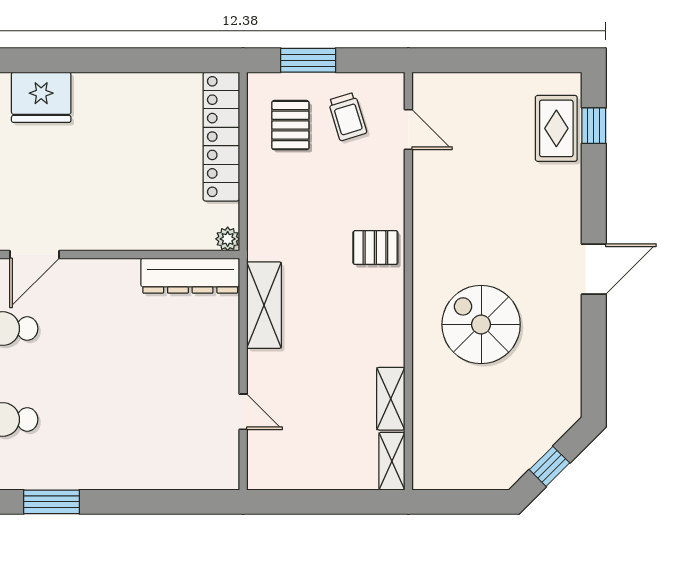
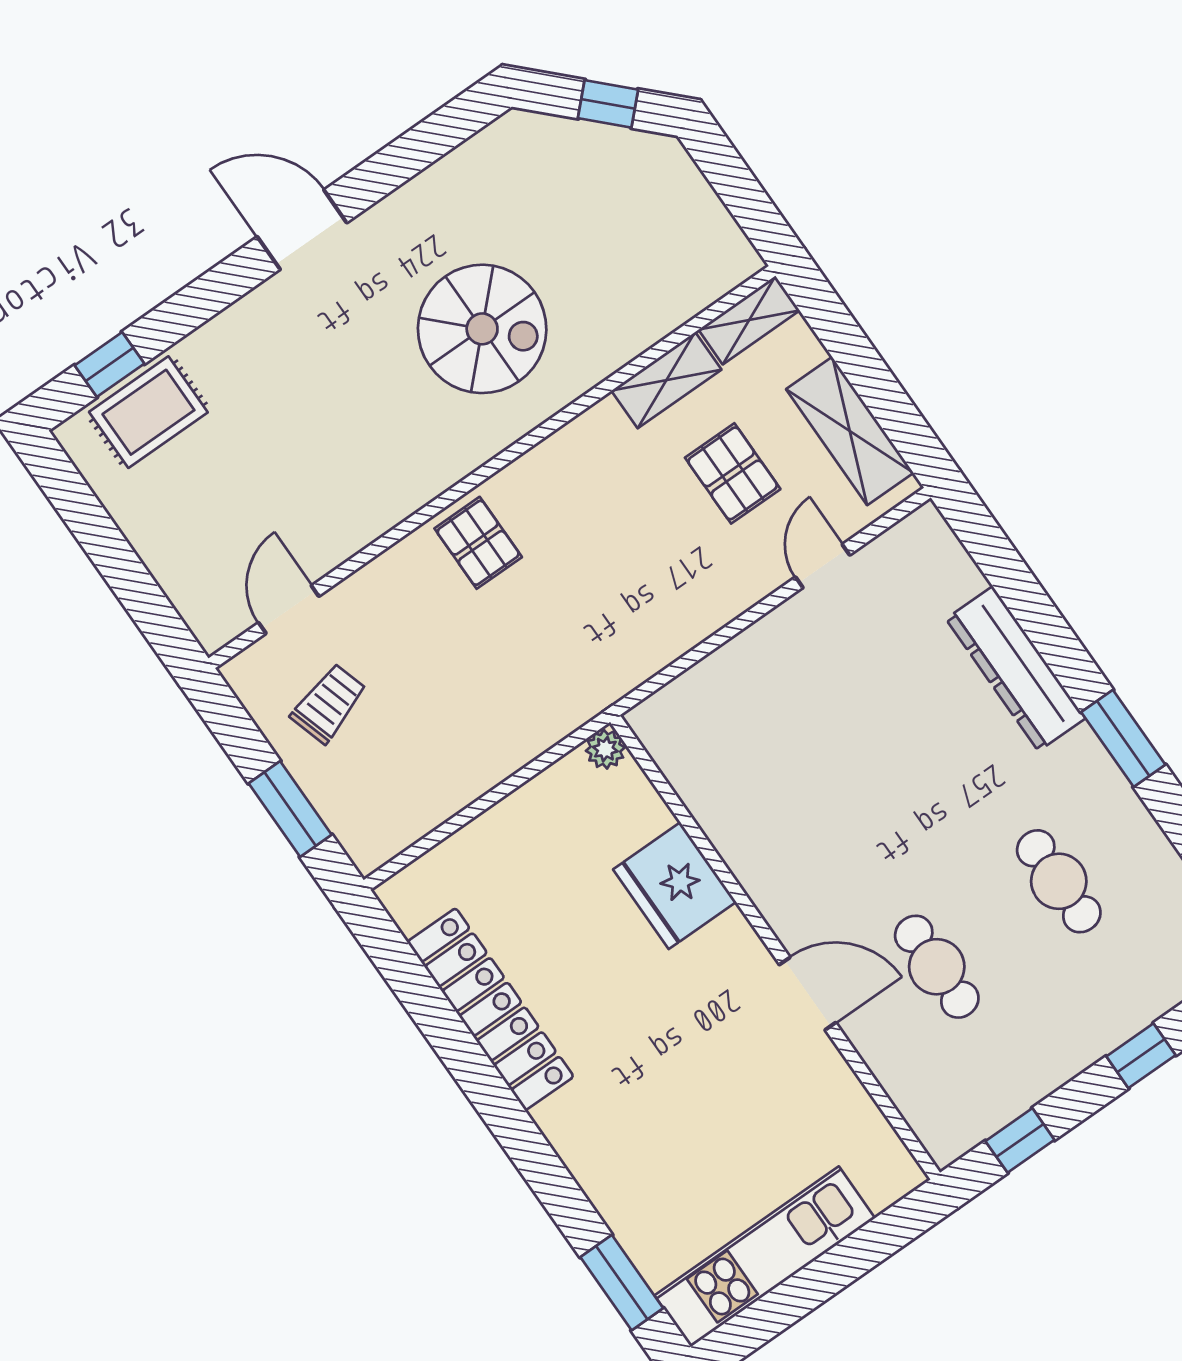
fridge: (41, 97) -> (675, 886), moved, turned 180
pallet: (290, 125) -> (733, 473), moved, turned 90
locker: (221, 137) -> (490, 1009), moved, turned -90
dresser: (190, 276) -> (1016, 669), moved, turned 180
shelving: (264, 305) -> (850, 431), moved, turned 90
spiral stairs: (481, 324) -> (482, 329), turned -90

